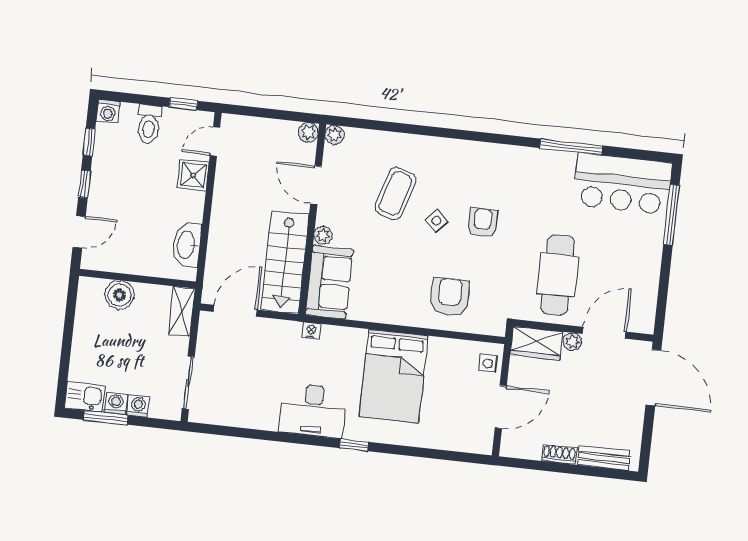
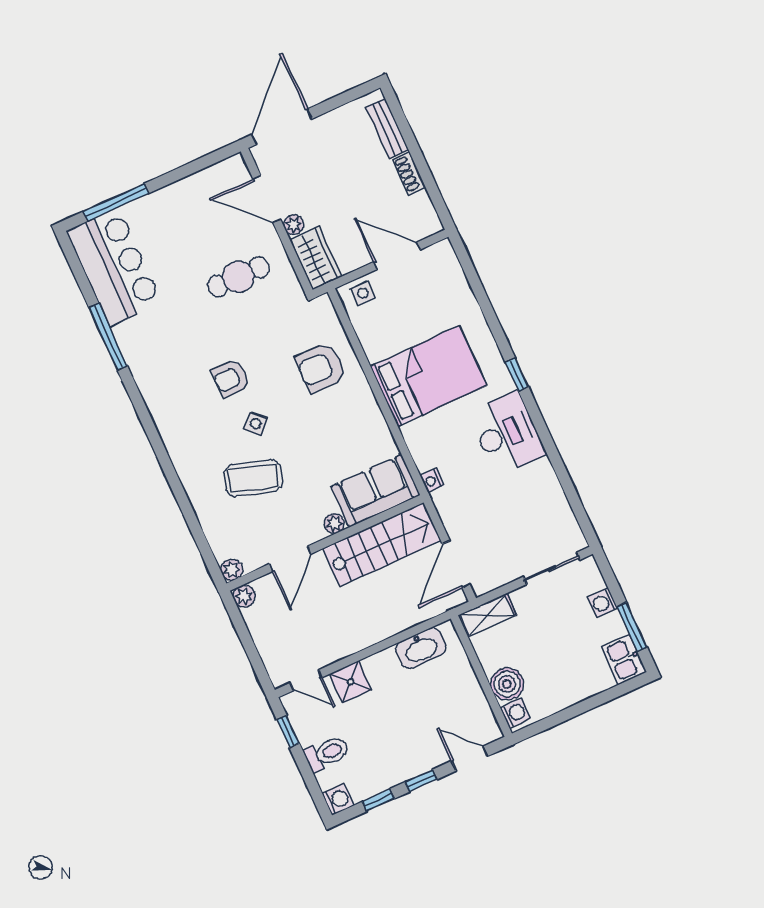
cafe table: (558, 275) -> (238, 277), width x0.73, depth x0.74
door: (235, 311) -> (456, 564), hinge flipped
washing machine: (116, 403) -> (515, 713), moved, turned 180

